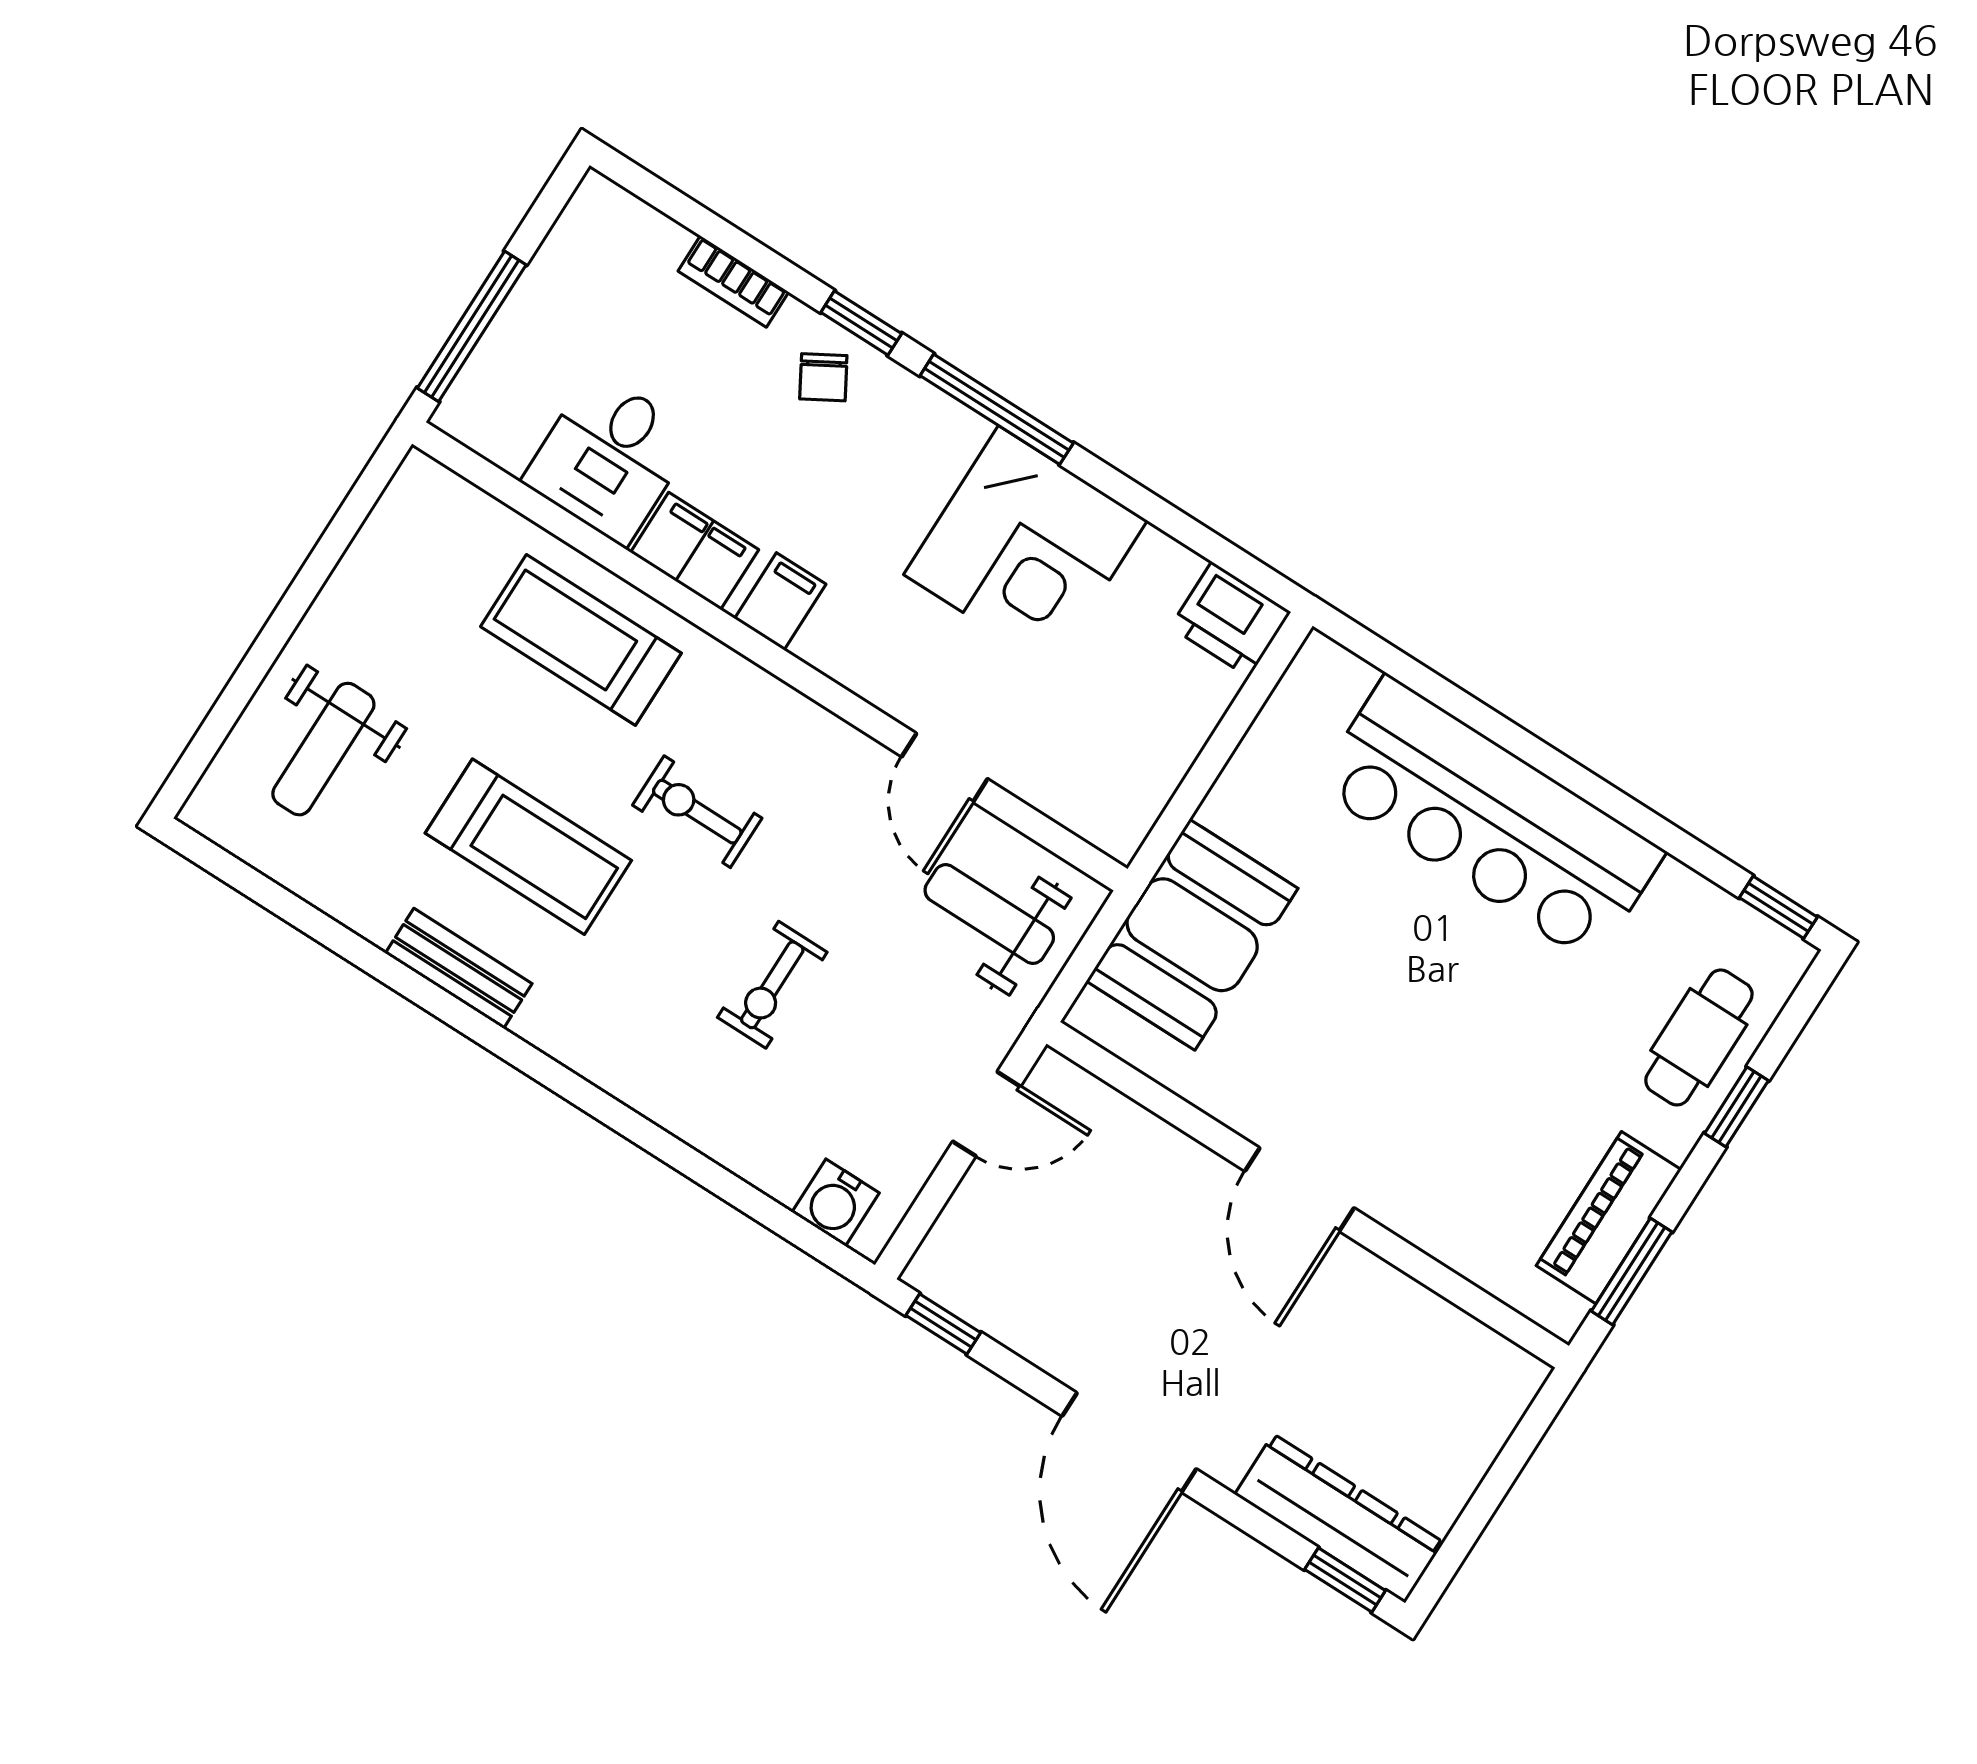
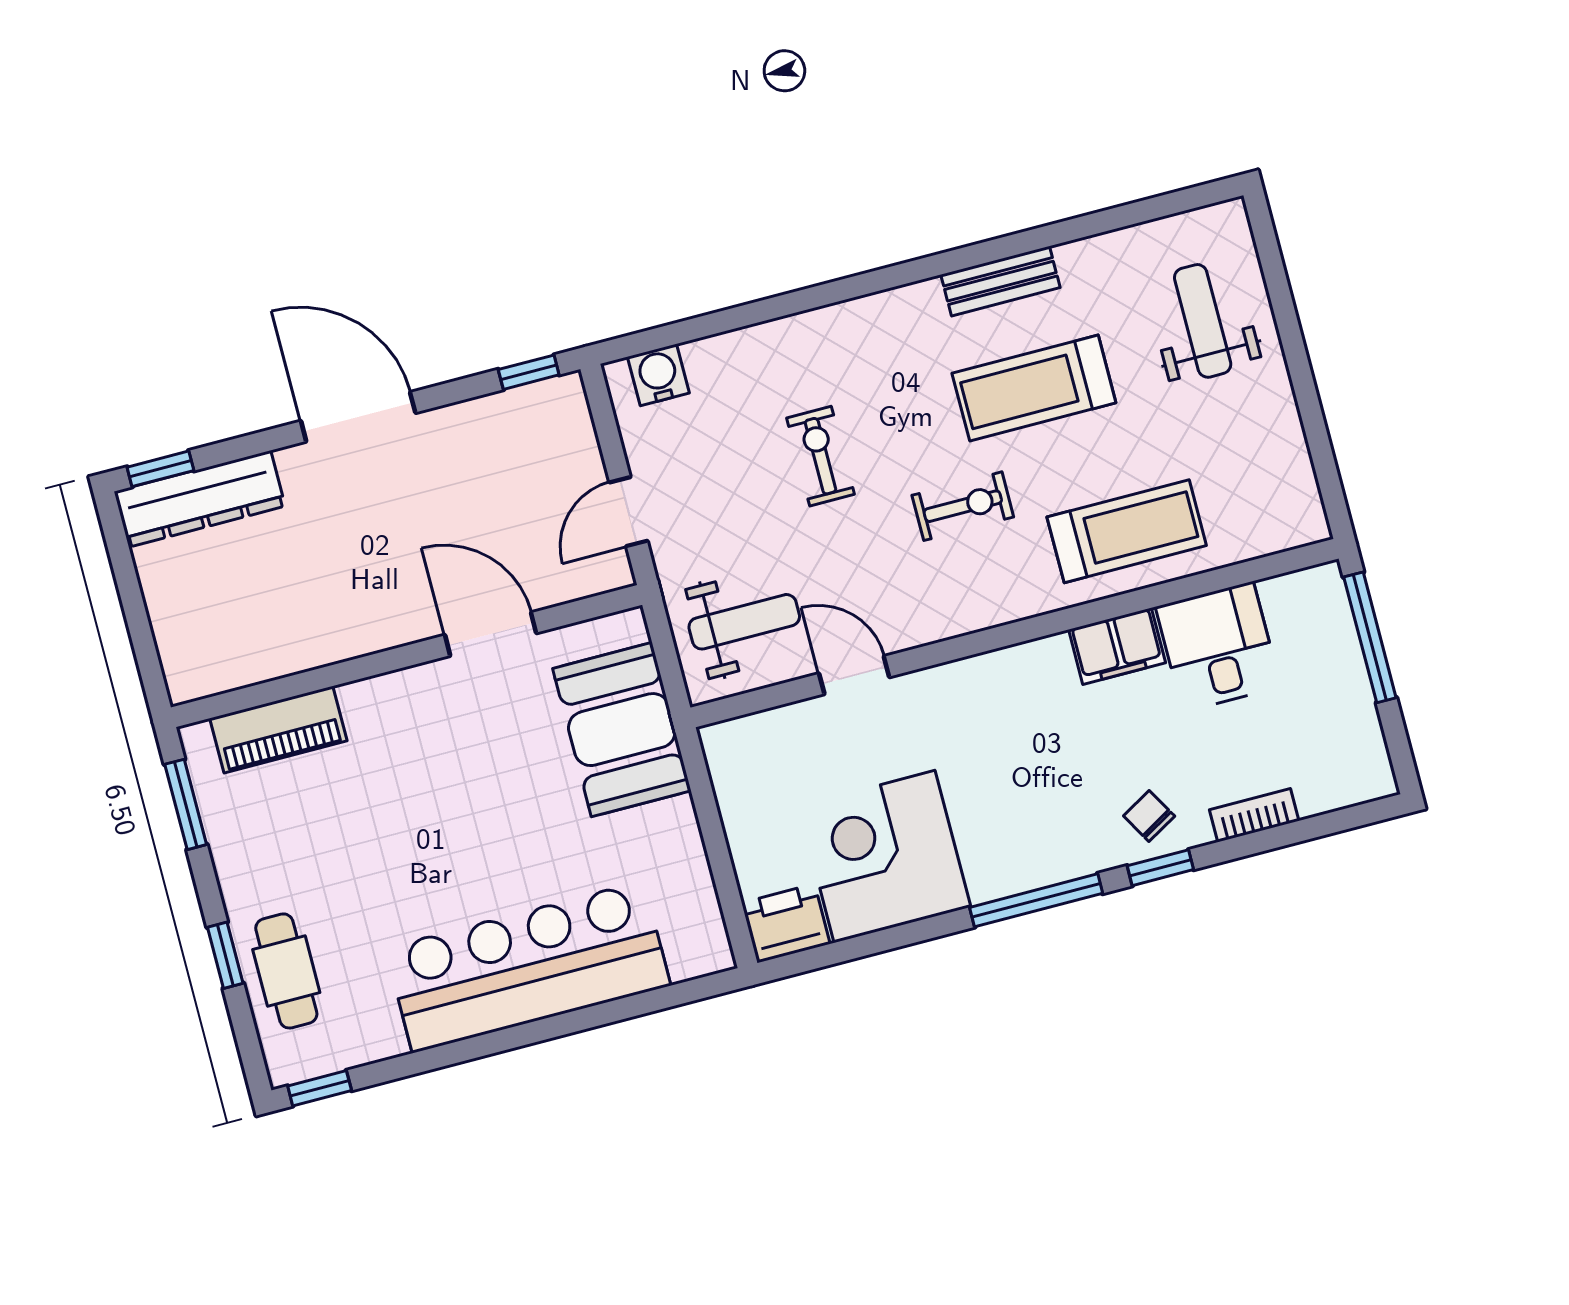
corner desk: (1026, 548) -> (885, 857), moved
filing cabinet: (780, 601) -> (1041, 669), removed
door: (1299, 1190) -> (491, 634), moved
piano: (1609, 1218) -> (278, 730), moved, turned 90

